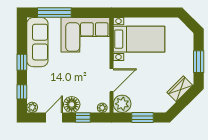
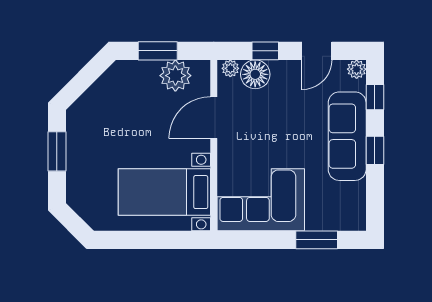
window: (54, 12) -> (317, 240), width x0.69
sofa: (37, 42) -> (347, 136), moved
wardrobe: (180, 89) -> (91, 102), removed
floor lamp: (72, 104) -> (255, 74), moved
plant: (122, 104) -> (175, 76), moved

